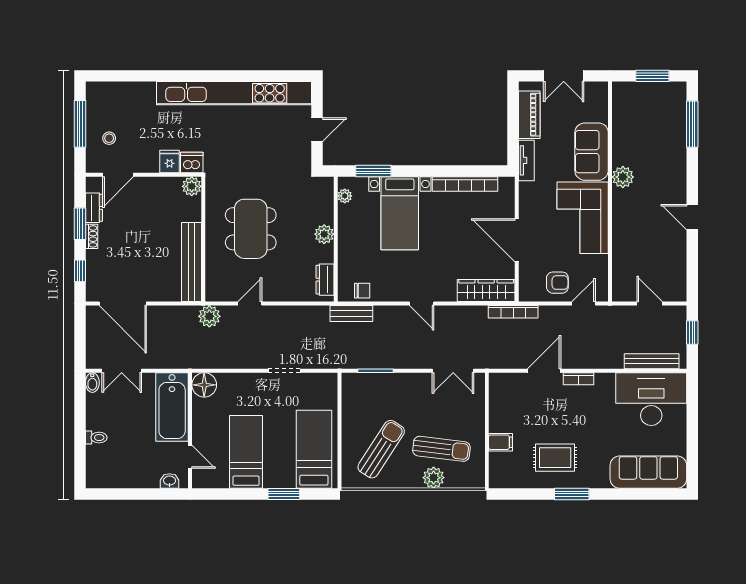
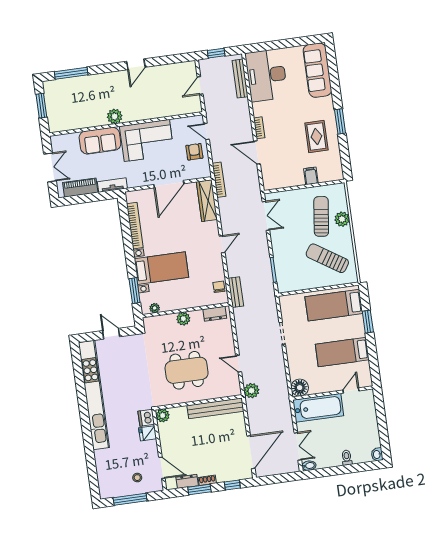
washbasin: (170, 481) -> (377, 454), moved

